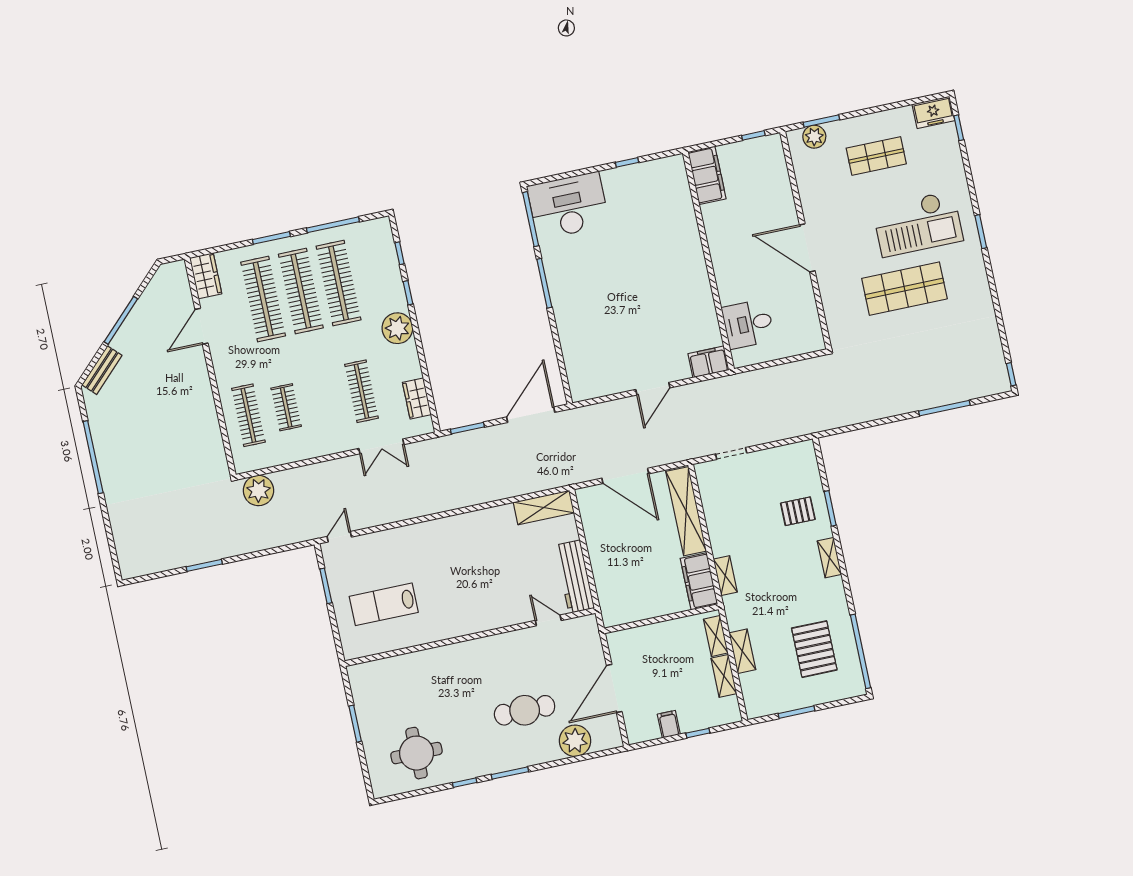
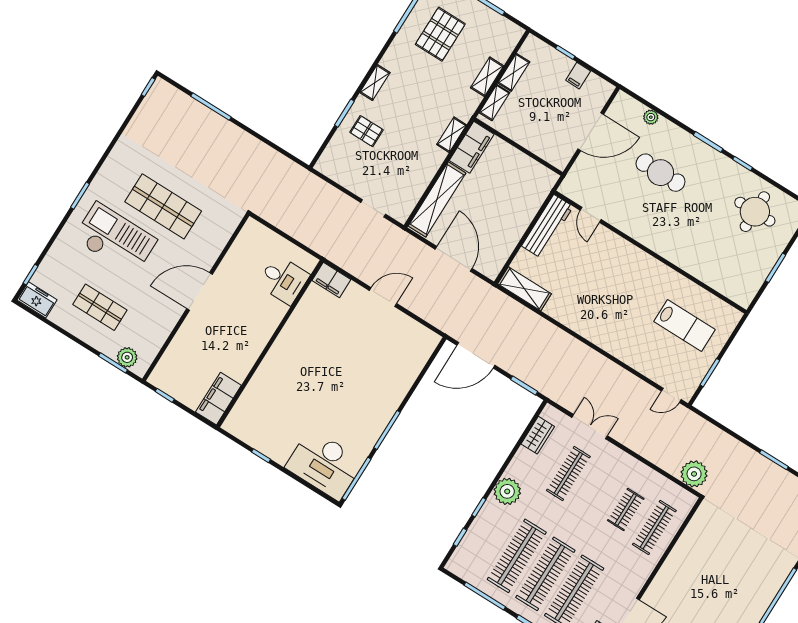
door: (807, 248) -> (199, 291), swing flipped
plant: (575, 741) -> (651, 117), width x0.53, depth x0.53

